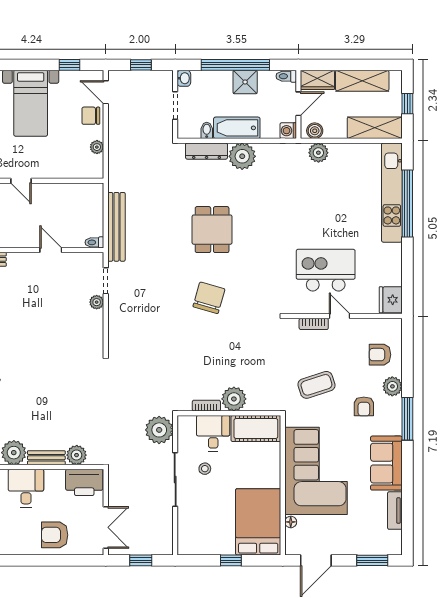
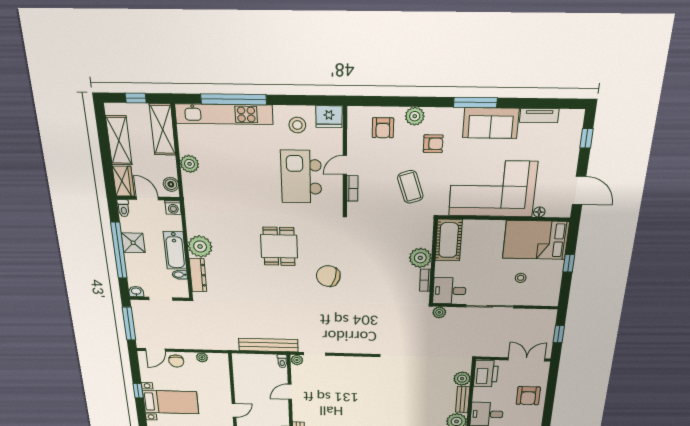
window: (69, 65) -> (138, 391), moved
window: (141, 65) -> (129, 324), width x2.17
plant: (318, 153) -> (189, 164), moved
dining table: (212, 230) -> (279, 246), moved, turned 90
stool: (382, 267) -> (297, 125), added
plant: (97, 302) -> (297, 360), moved
window: (407, 419) -> (475, 102), moved
plant: (159, 430) -> (439, 312), width x0.53, depth x0.53
desk: (213, 433) -> (449, 291), moved
stool: (205, 469) -> (521, 278), moved
window: (372, 560) -> (586, 138), width x0.67

